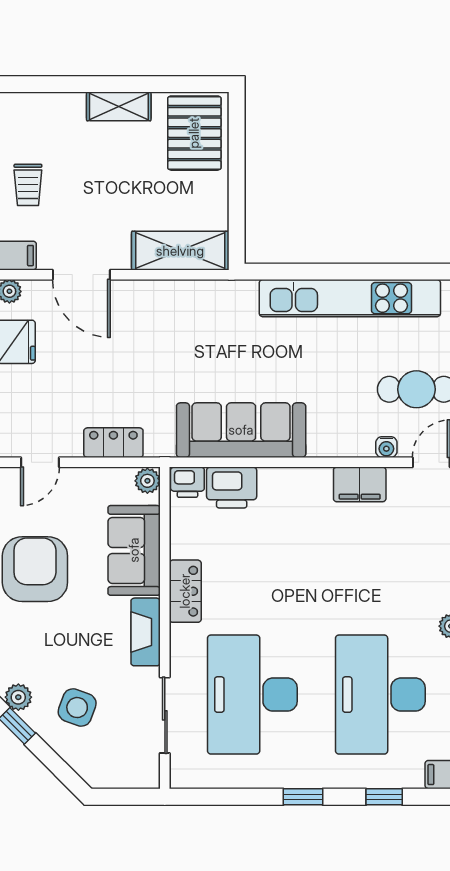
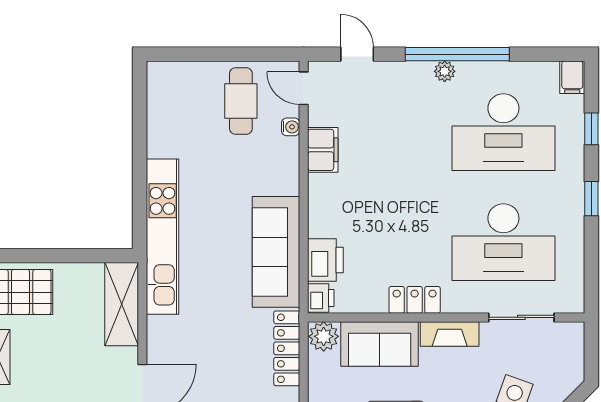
kitchen unit: (350, 298) -> (163, 237), moved
locker: (113, 443) -> (287, 348), width x1.53
plant: (147, 481) -> (324, 336), width x1.38, depth x1.38

